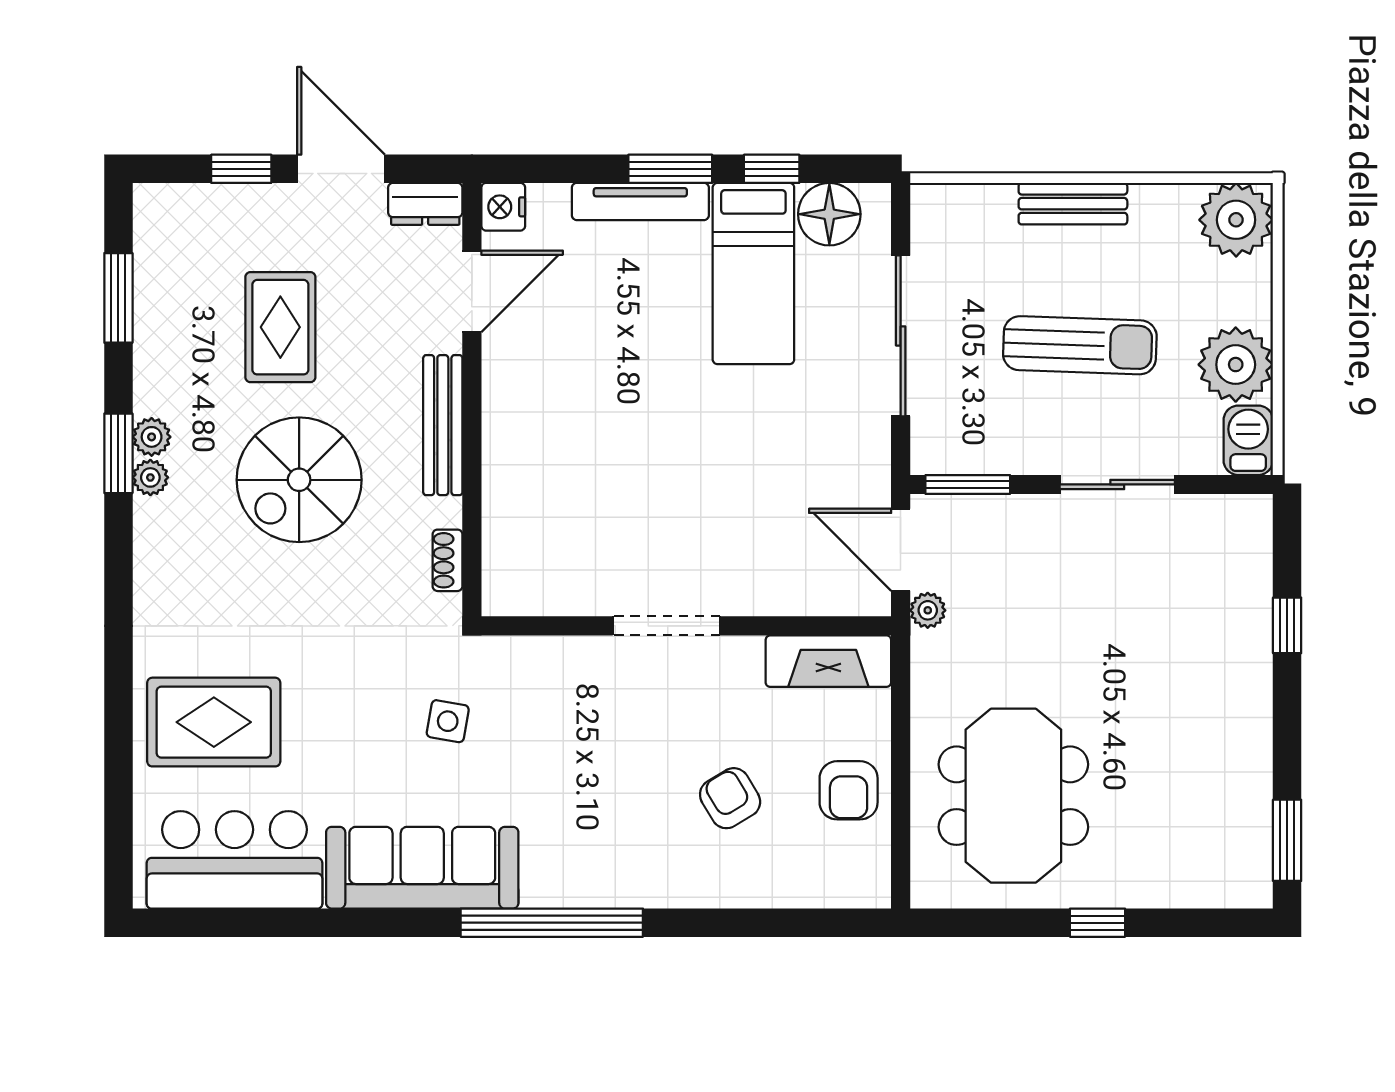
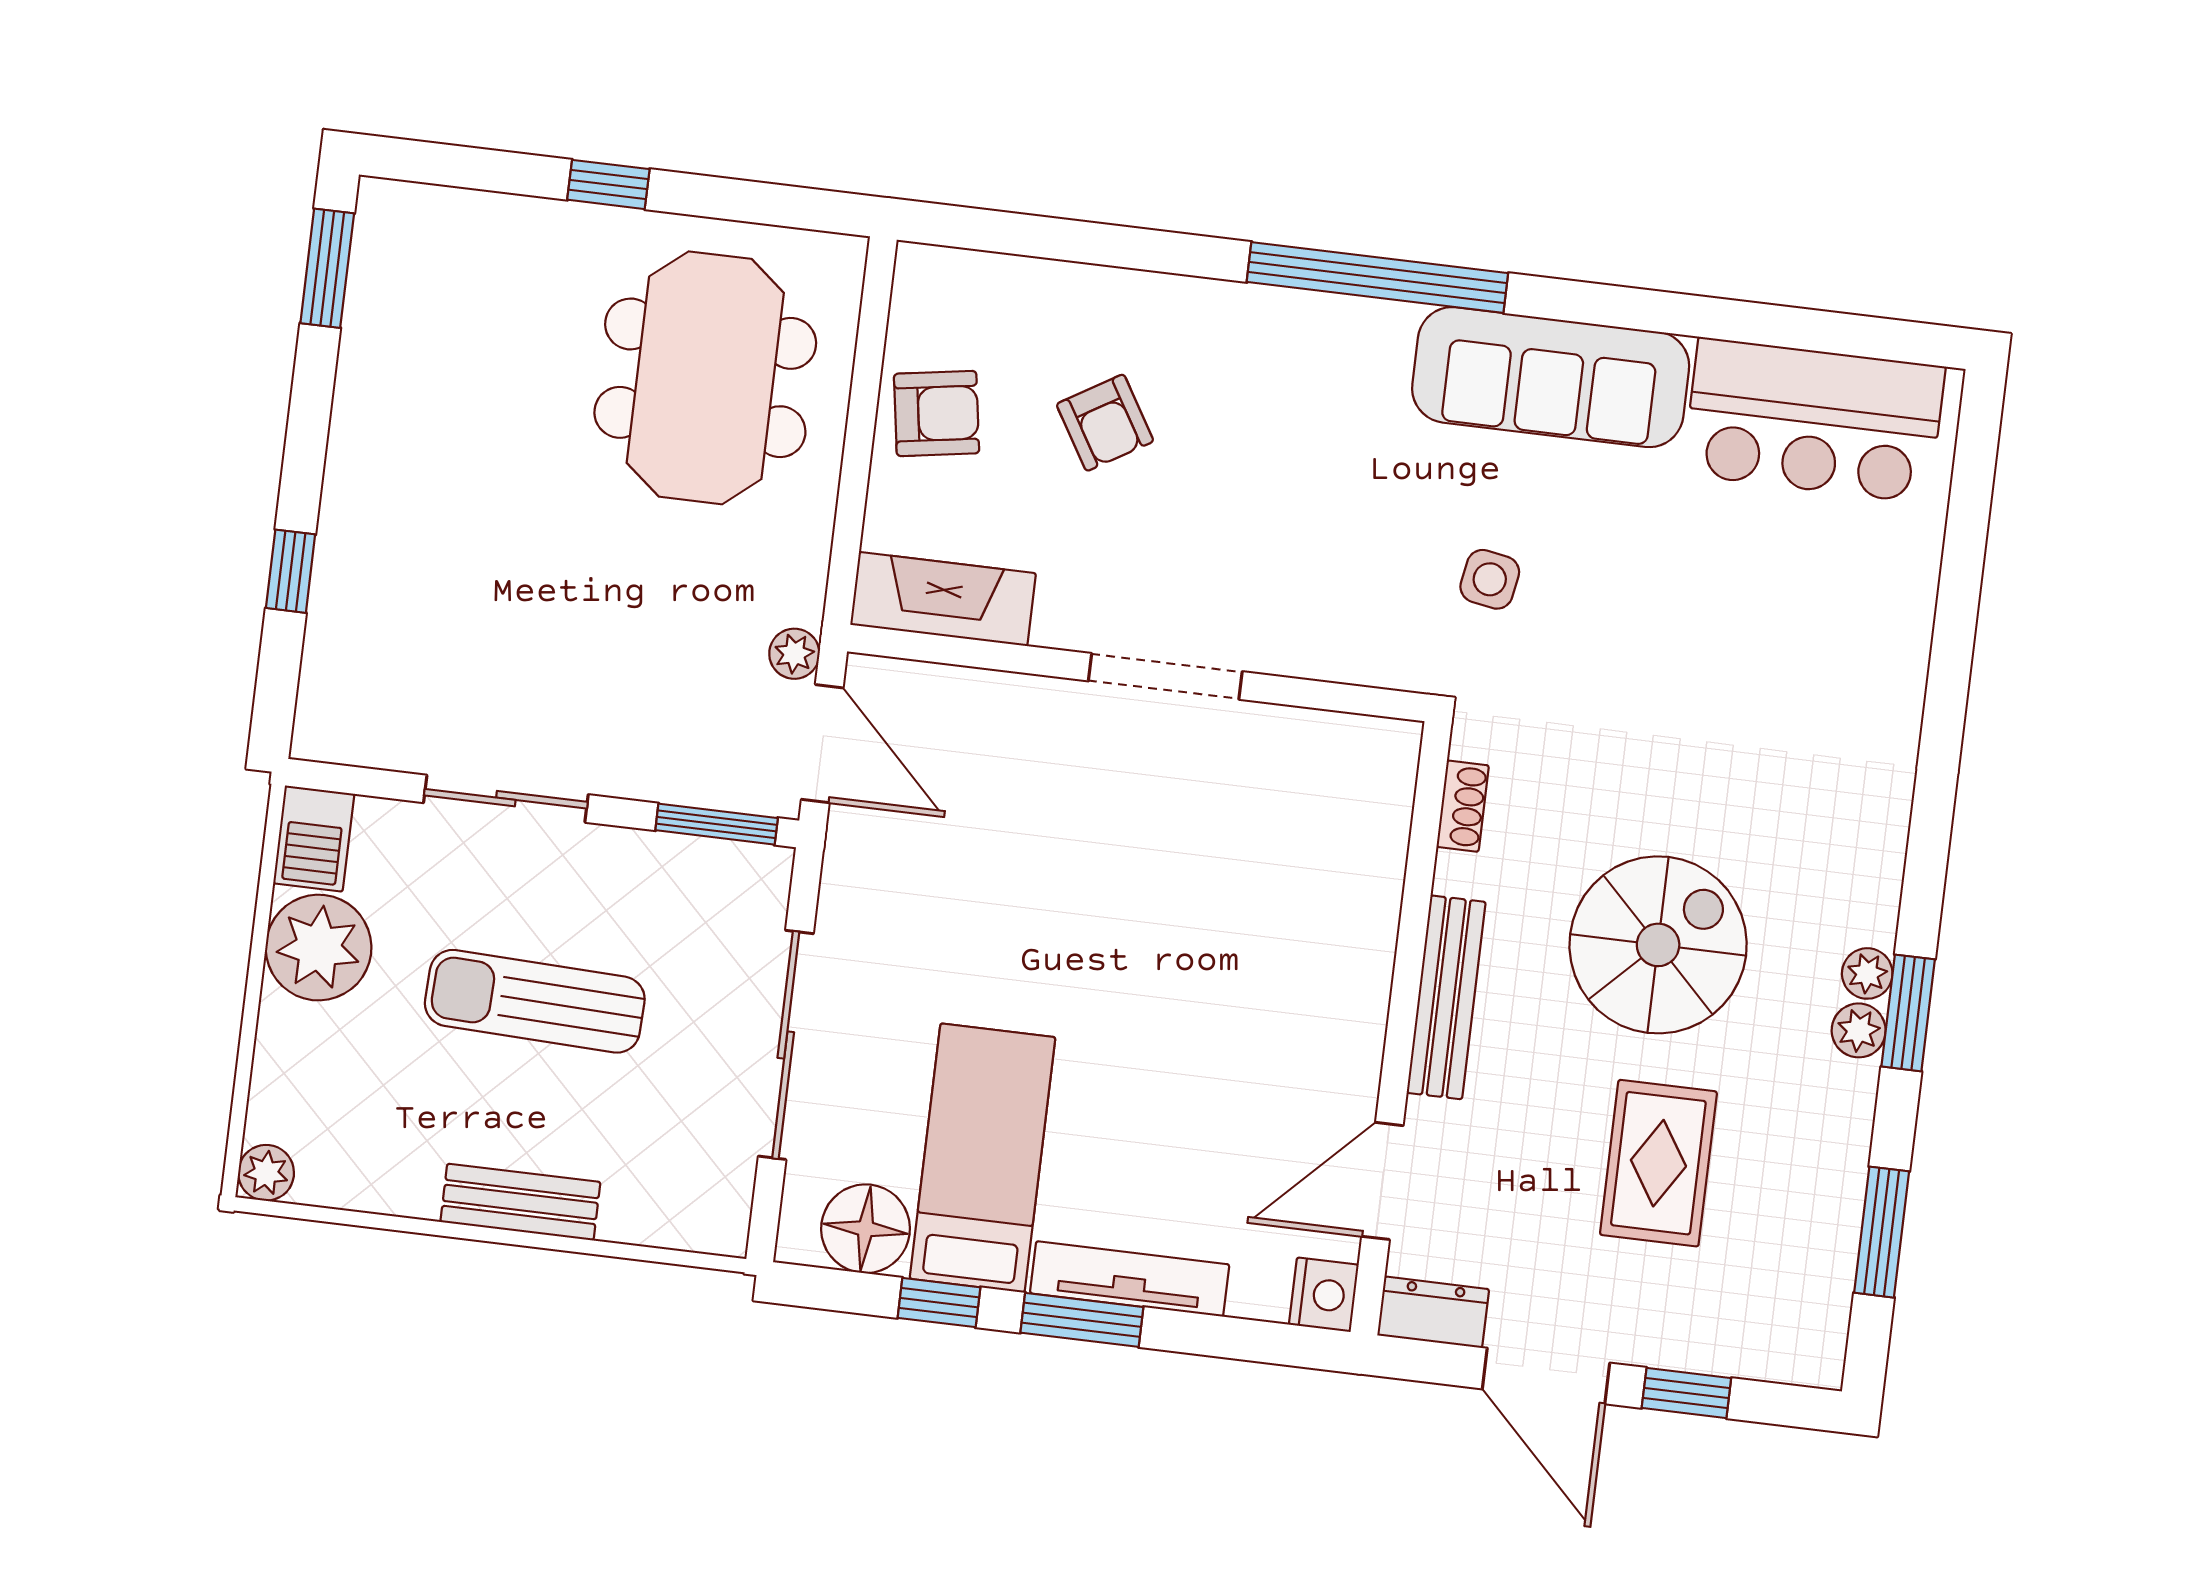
plant: (1236, 220) -> (266, 1173), width x0.53, depth x0.53
rug: (214, 722) -> (1820, 618), removed
armchair: (849, 790) -> (937, 414), turned 81

